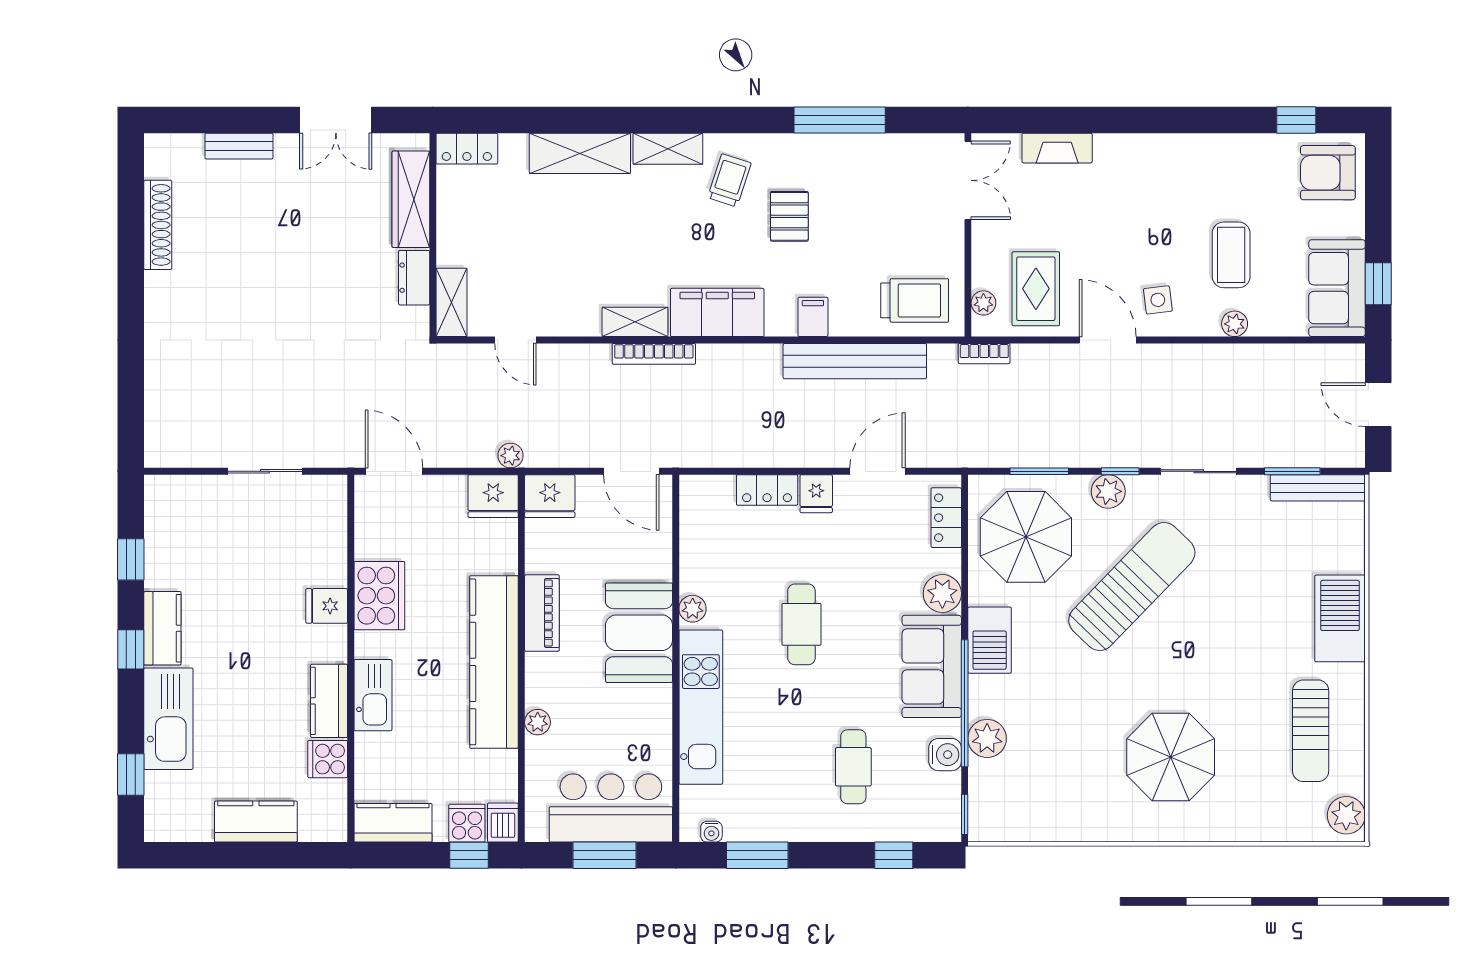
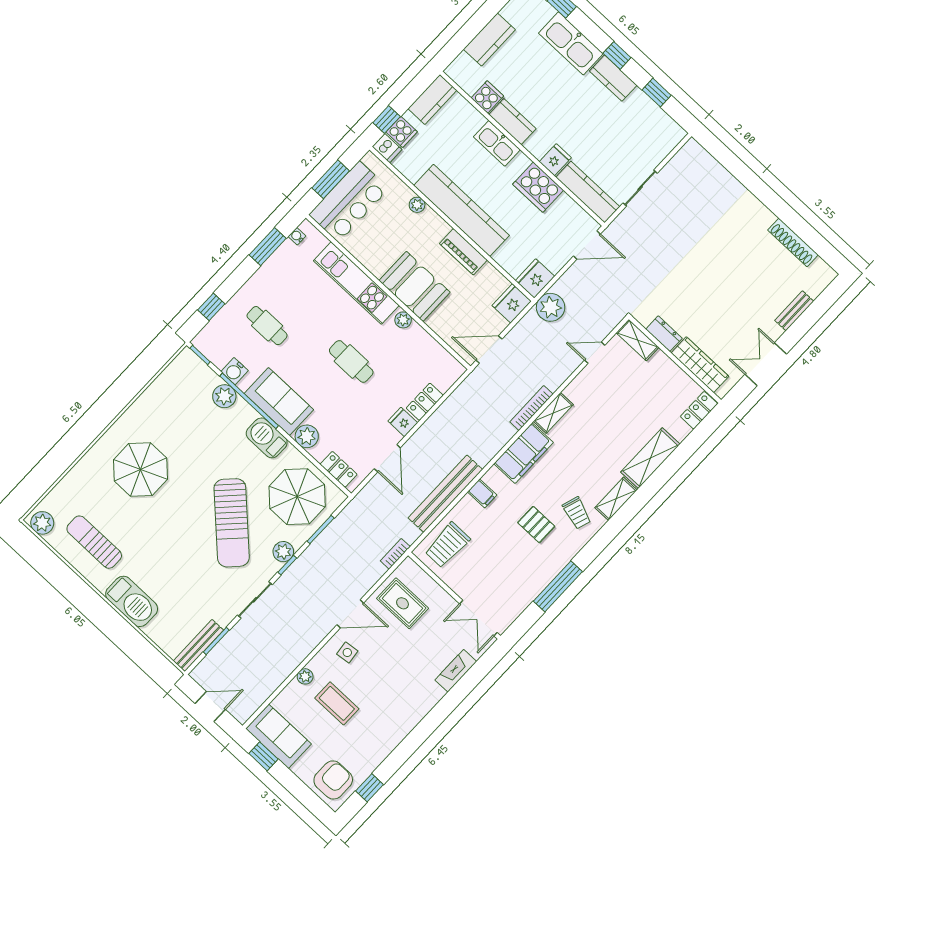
plant: (983, 303) -> (418, 574), removed
plant: (511, 456) -> (551, 307), width x1.88, depth x1.88
kitchen counter: (329, 530) -> (588, 192), added

